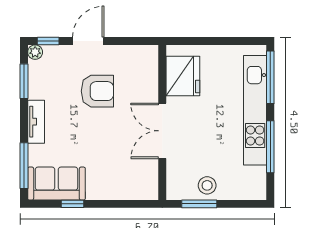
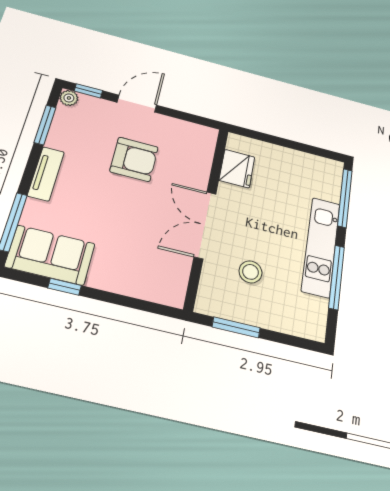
fridge: (183, 76) -> (237, 169), width x0.73, depth x0.75
kitchen unit: (255, 110) -> (321, 247), width x0.73
stool: (207, 185) -> (251, 272), moved

